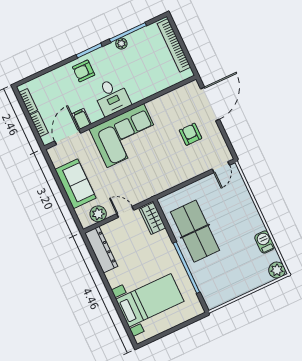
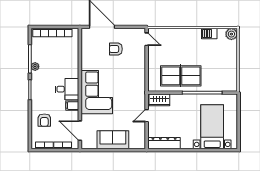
armchair: (84, 71) -> (44, 120), moved
filing cabinet: (81, 119) -> (72, 106), moved
plant: (98, 214) -> (140, 134), removed

